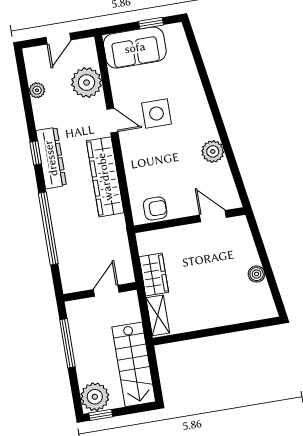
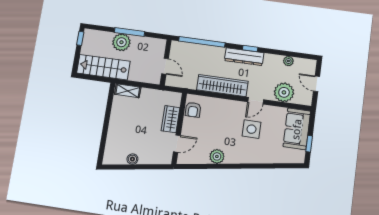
wardrobe: (154, 275) -> (171, 119), moved, turned 90
door: (106, 291) -> (165, 66), moved
wall: (100, 292) -> (166, 62), moved
plant: (95, 397) -> (121, 42), moved

